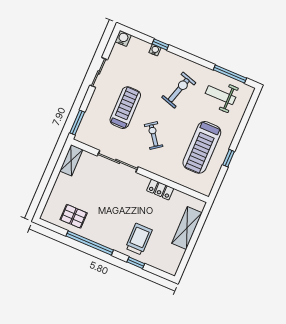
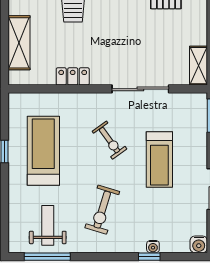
weight bench: (221, 95) -> (48, 225), turned -90

